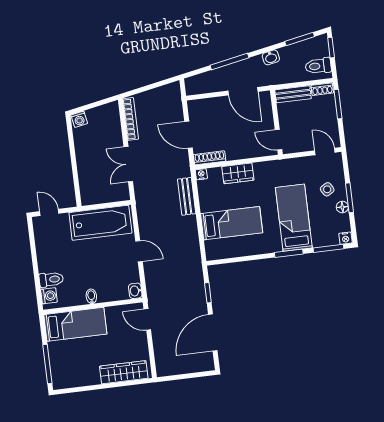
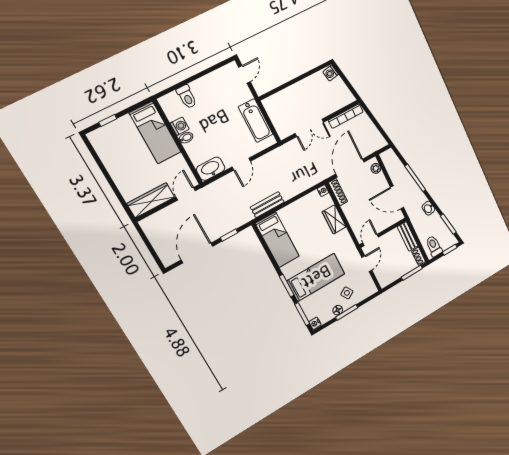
door: (243, 91) -> (397, 197), hinge flipped
plant: (200, 105) -> (376, 168), added
door: (189, 135) -> (350, 168), width x1.36
door: (325, 151) -> (367, 264), moved
double door: (128, 164) -> (309, 128), swing flipped
bench: (187, 196) -> (267, 205), moved
bathtub: (100, 223) -> (256, 121), width x0.73, depth x0.73
bed: (232, 223) -> (277, 240), moved
washbasin: (135, 291) -> (211, 169), width x1.91, depth x1.45
washing machine: (49, 296) -> (180, 126), moved, turned -90
door: (213, 333) -> (197, 253), hinge flipped
window: (47, 364) -> (108, 120), width x0.46
wardrobe: (124, 372) -> (151, 200), moved, turned -90

